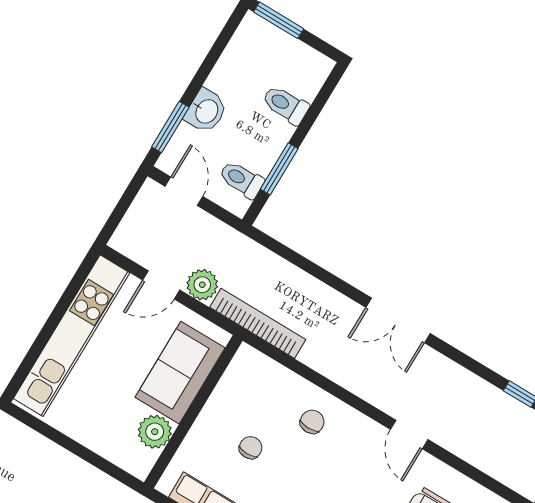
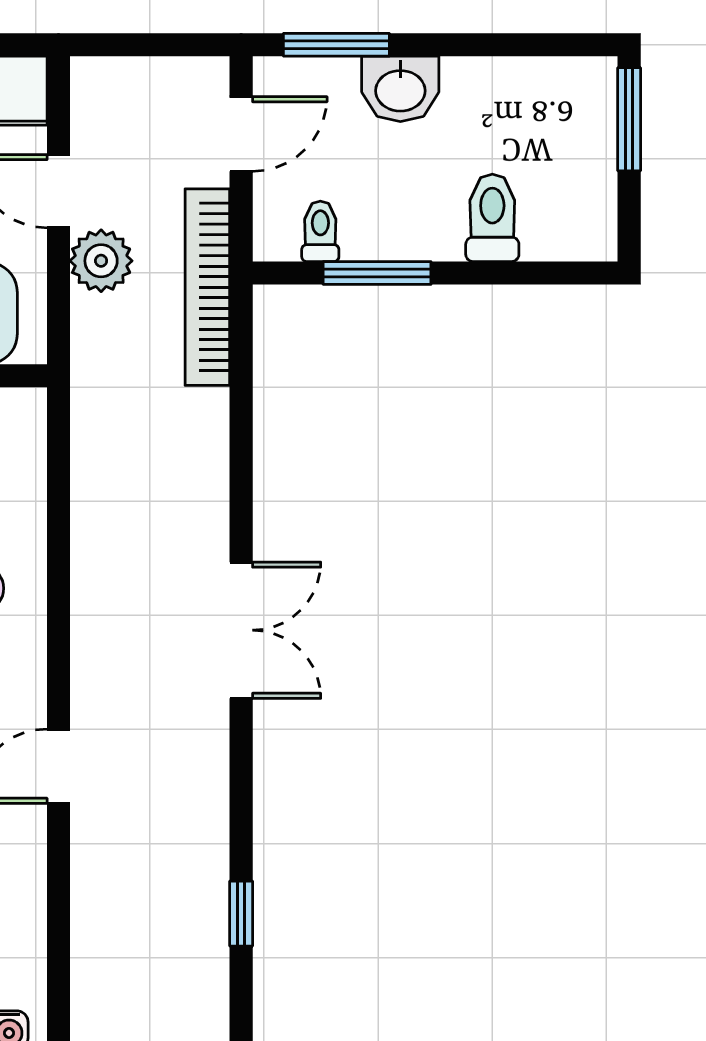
toilet: (242, 179) -> (320, 231), width x0.73, depth x0.72
double door: (398, 320) -> (241, 630), swing flipped
bookcase: (258, 323) -> (207, 287), moved, turned 180

